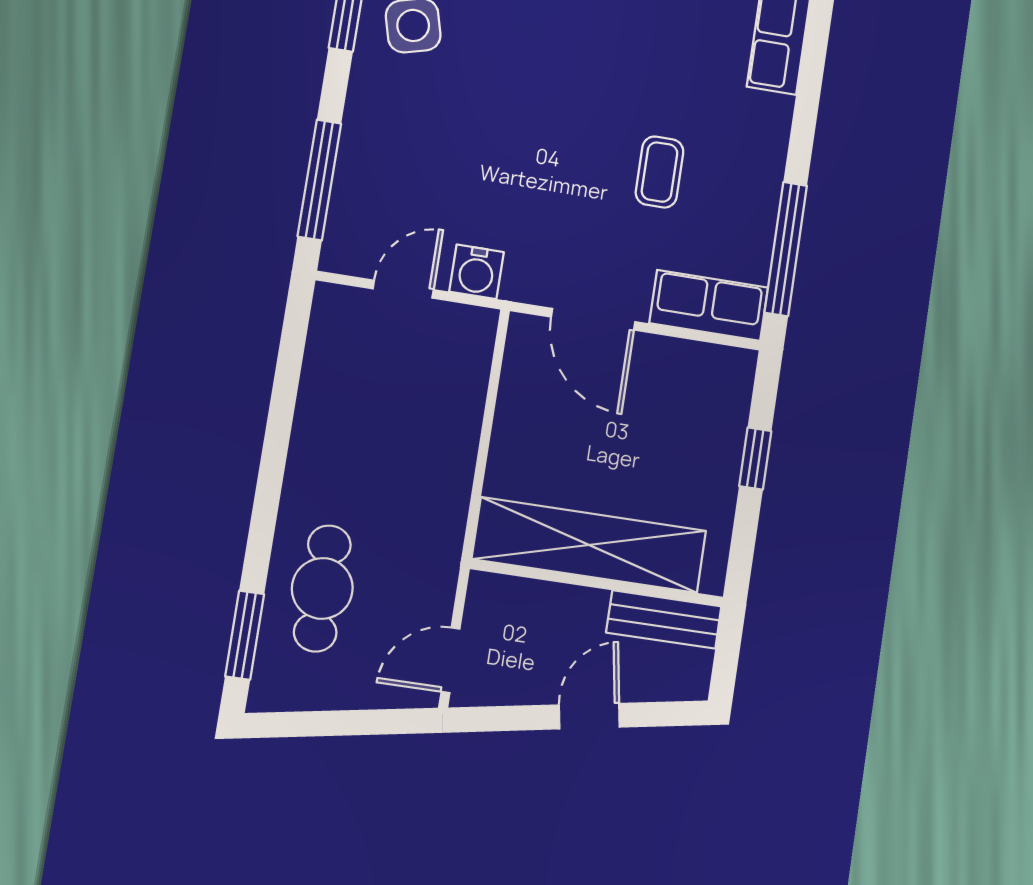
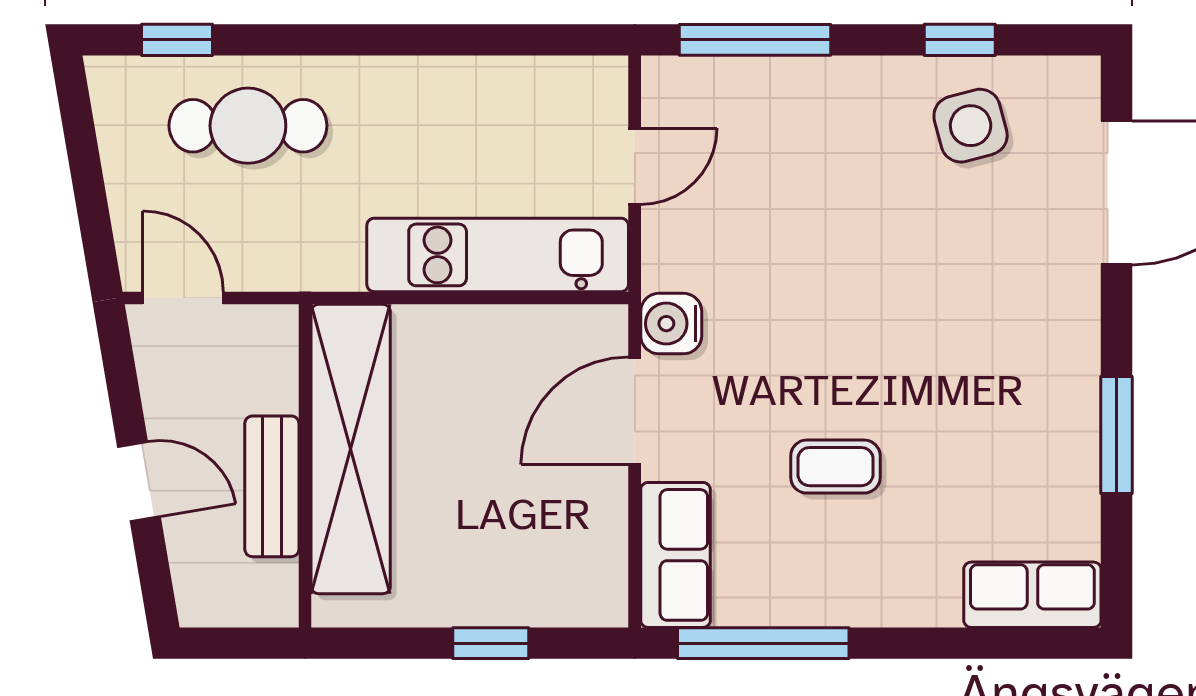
water cooler: (476, 272) -> (671, 324), moved
door: (403, 289) -> (635, 166), hinge flipped
kitchen unit: (456, 407) -> (498, 255), added
bench: (664, 619) -> (272, 486), moved
window: (245, 635) -> (177, 40), width x0.67

